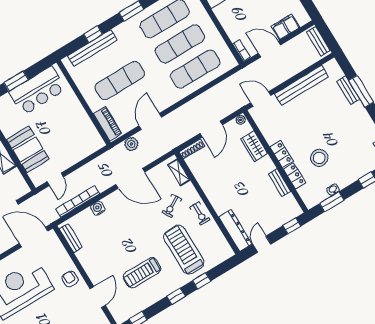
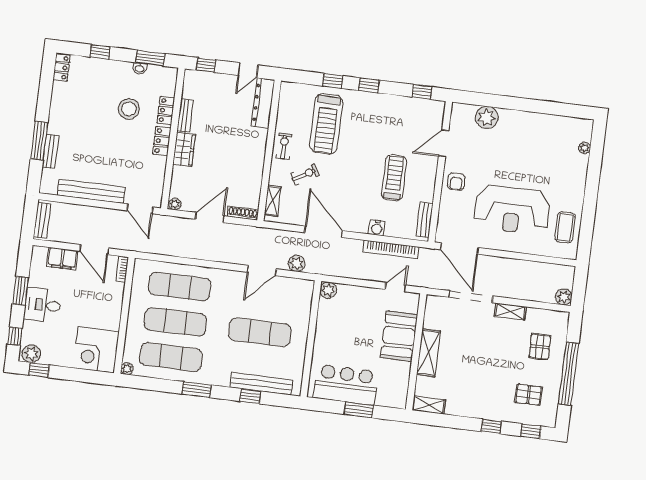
piano: (108, 124) -> (304, 301), removed
plant: (97, 143) -> (328, 290), added
wardrobe: (254, 146) -> (184, 149), moved
treadmill: (142, 273) -> (394, 178), moved, turned -90

